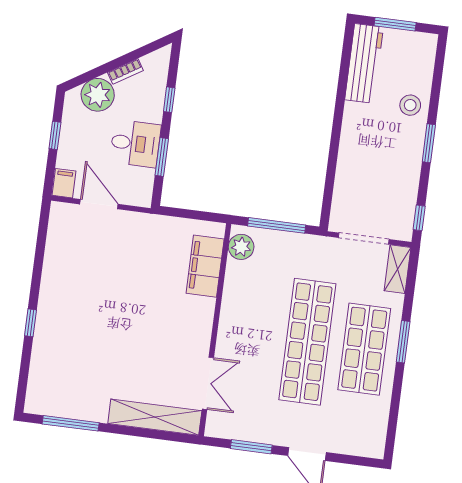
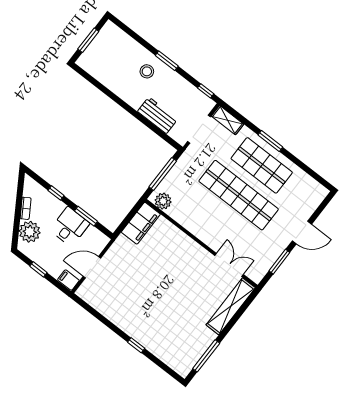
workbench: (364, 63) -> (158, 115), moved, width x0.73
stool: (410, 105) -> (147, 71), moved
filing cabinet: (205, 266) -> (141, 223), moved, turned -90

